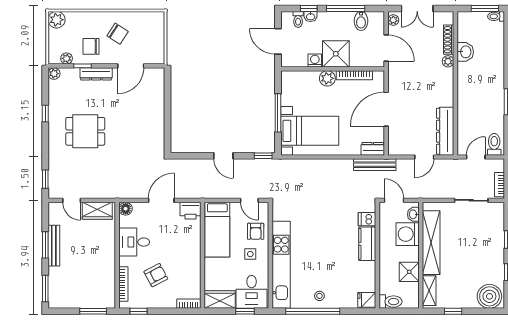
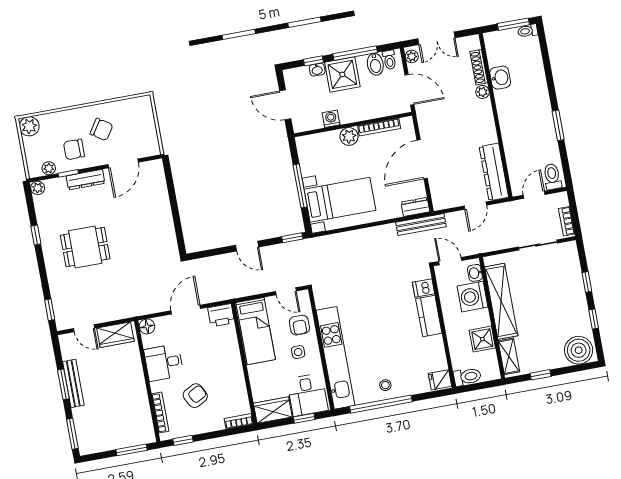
toilet: (298, 19) -> (389, 60), moved
shower: (336, 54) -> (342, 74), moved

